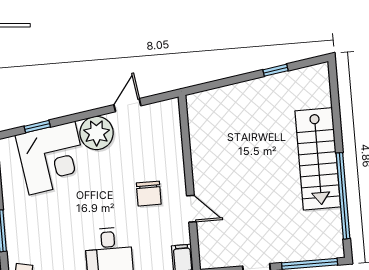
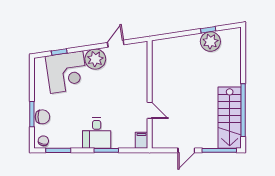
plant: (281, 89) -> (210, 42), added
stairs: (318, 159) -> (230, 118), moved
chair: (149, 194) -> (42, 117), moved, turned -90

